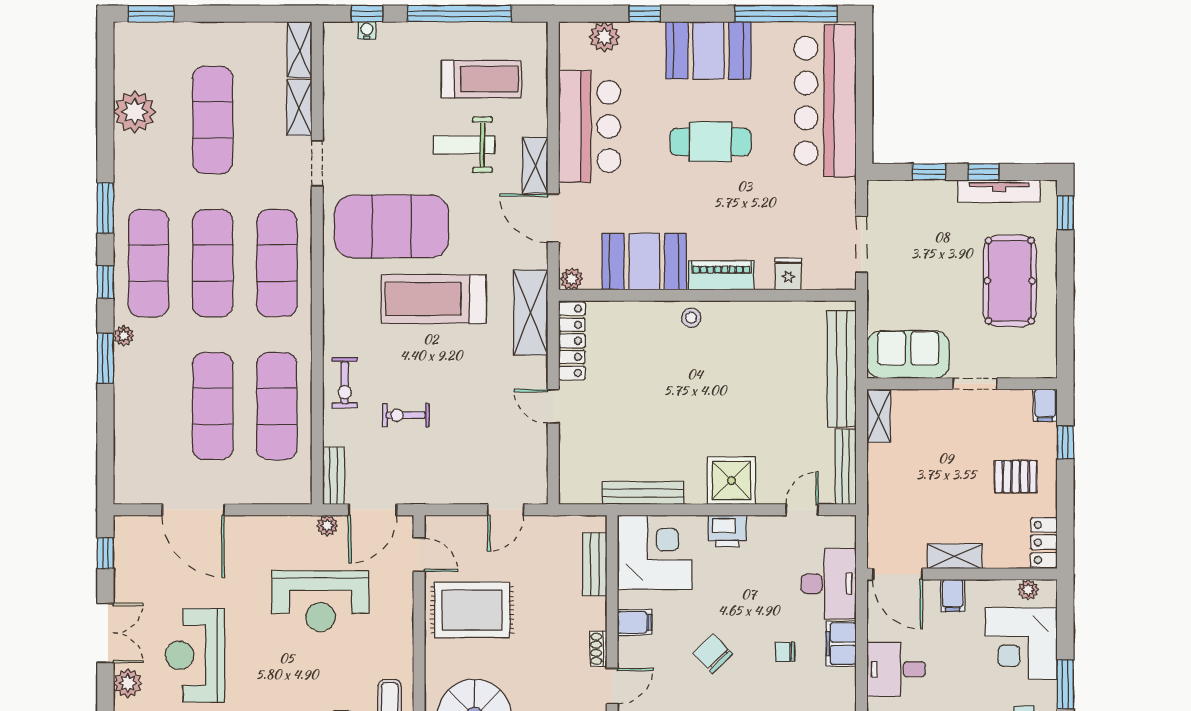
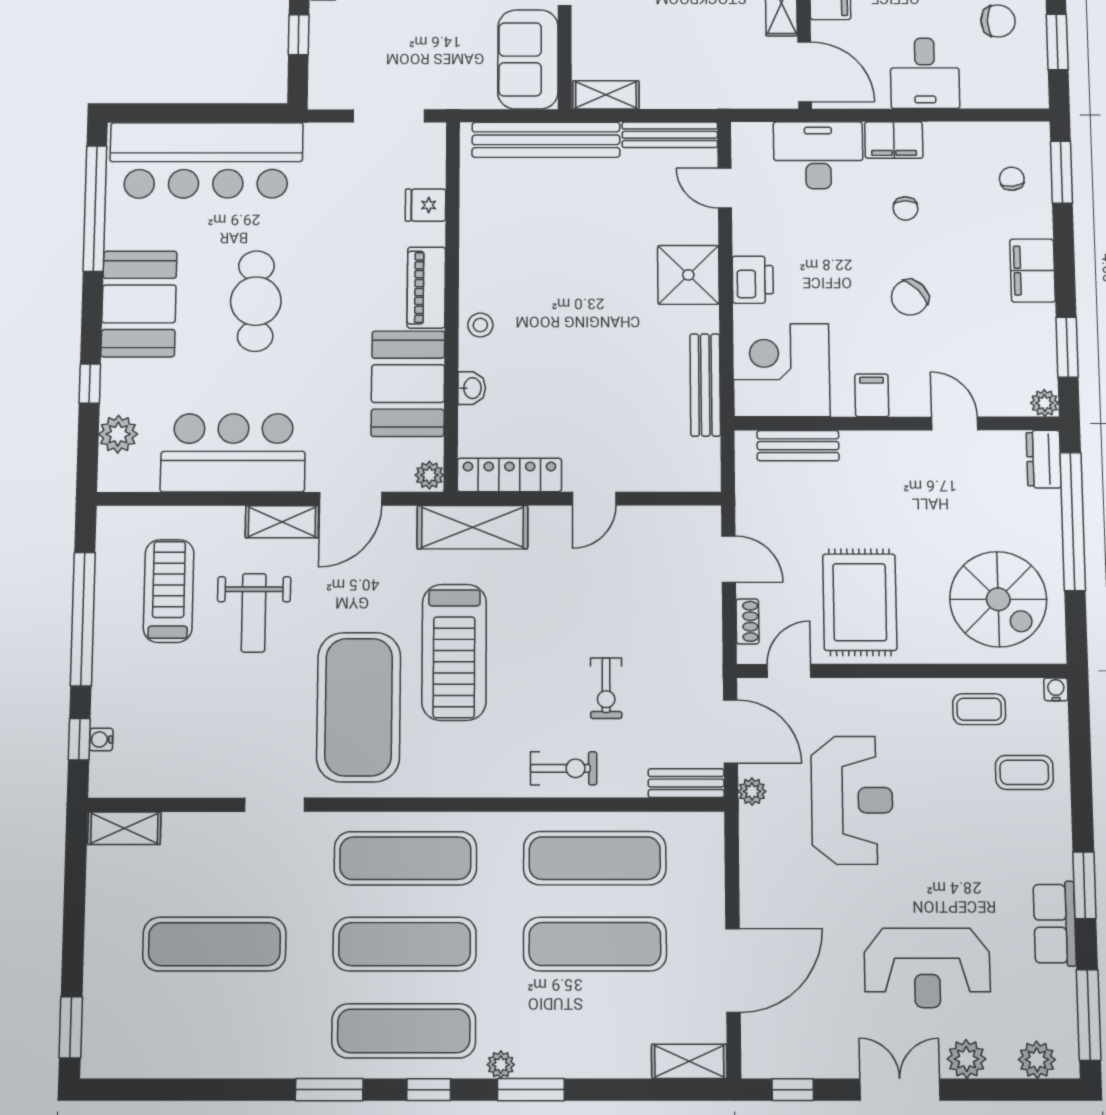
shelving: (299, 108) -> (689, 1061), moved
plant: (135, 112) -> (201, 1050), removed
washbasin: (641, 311) -> (472, 388), added
door: (897, 574) -> (805, 72), hinge flipped
shoe rack: (598, 649) -> (747, 621), moved, turned -90

